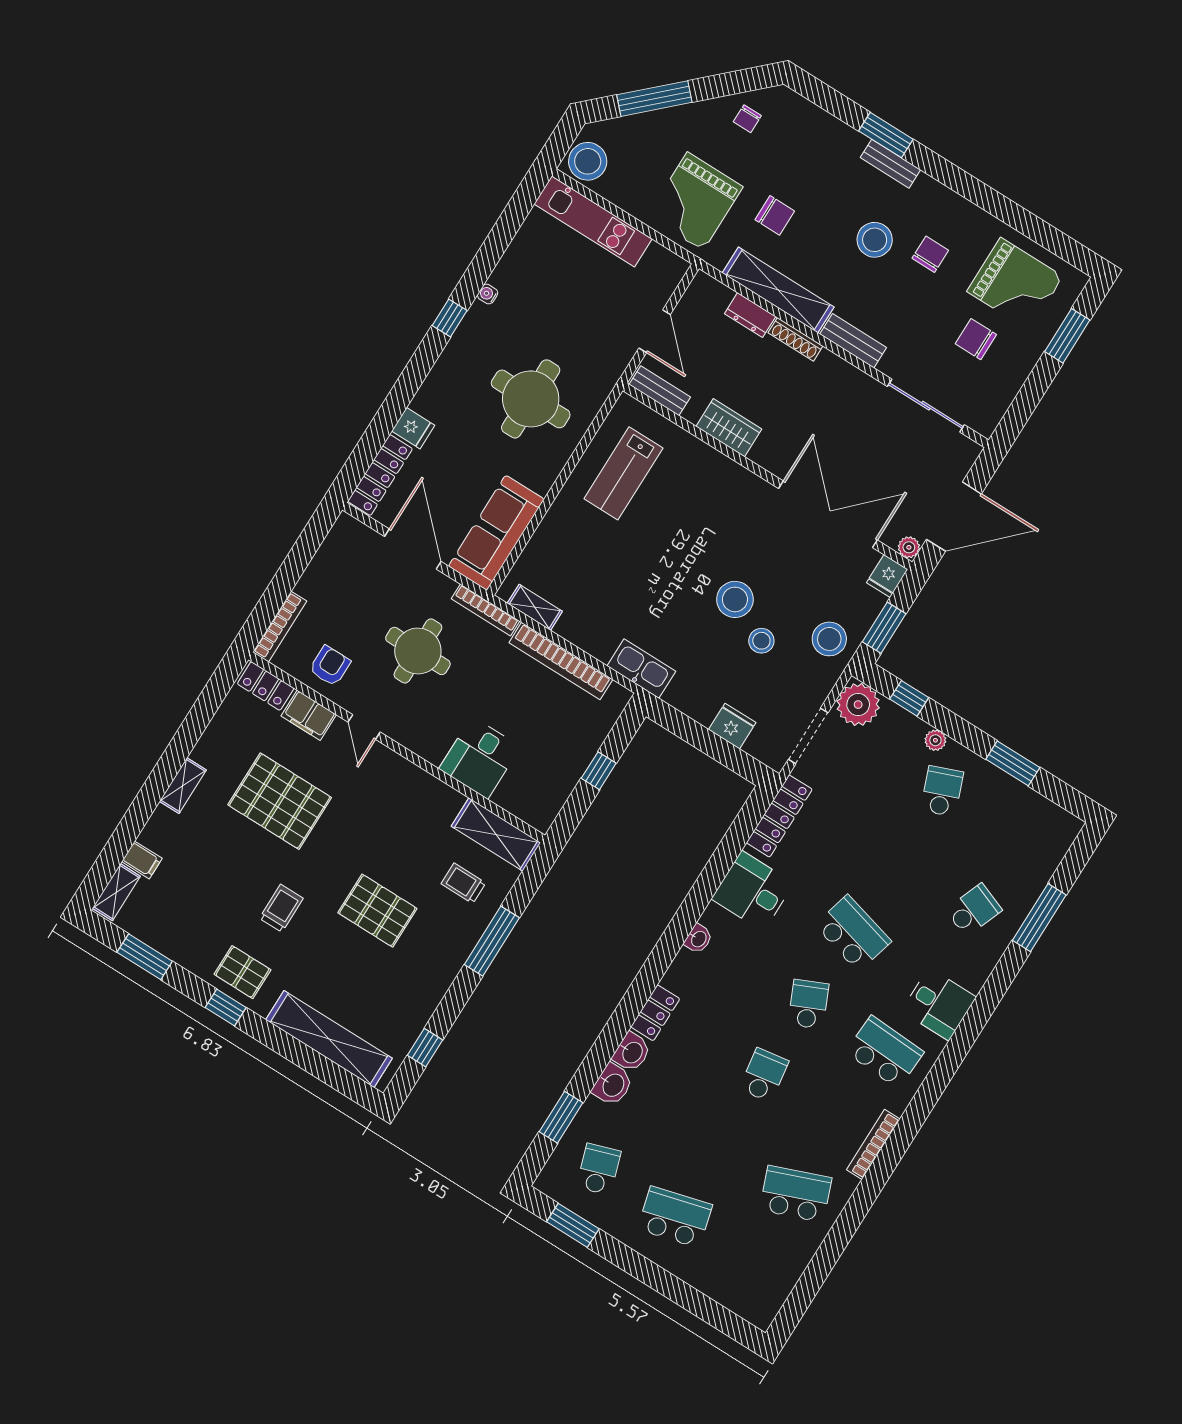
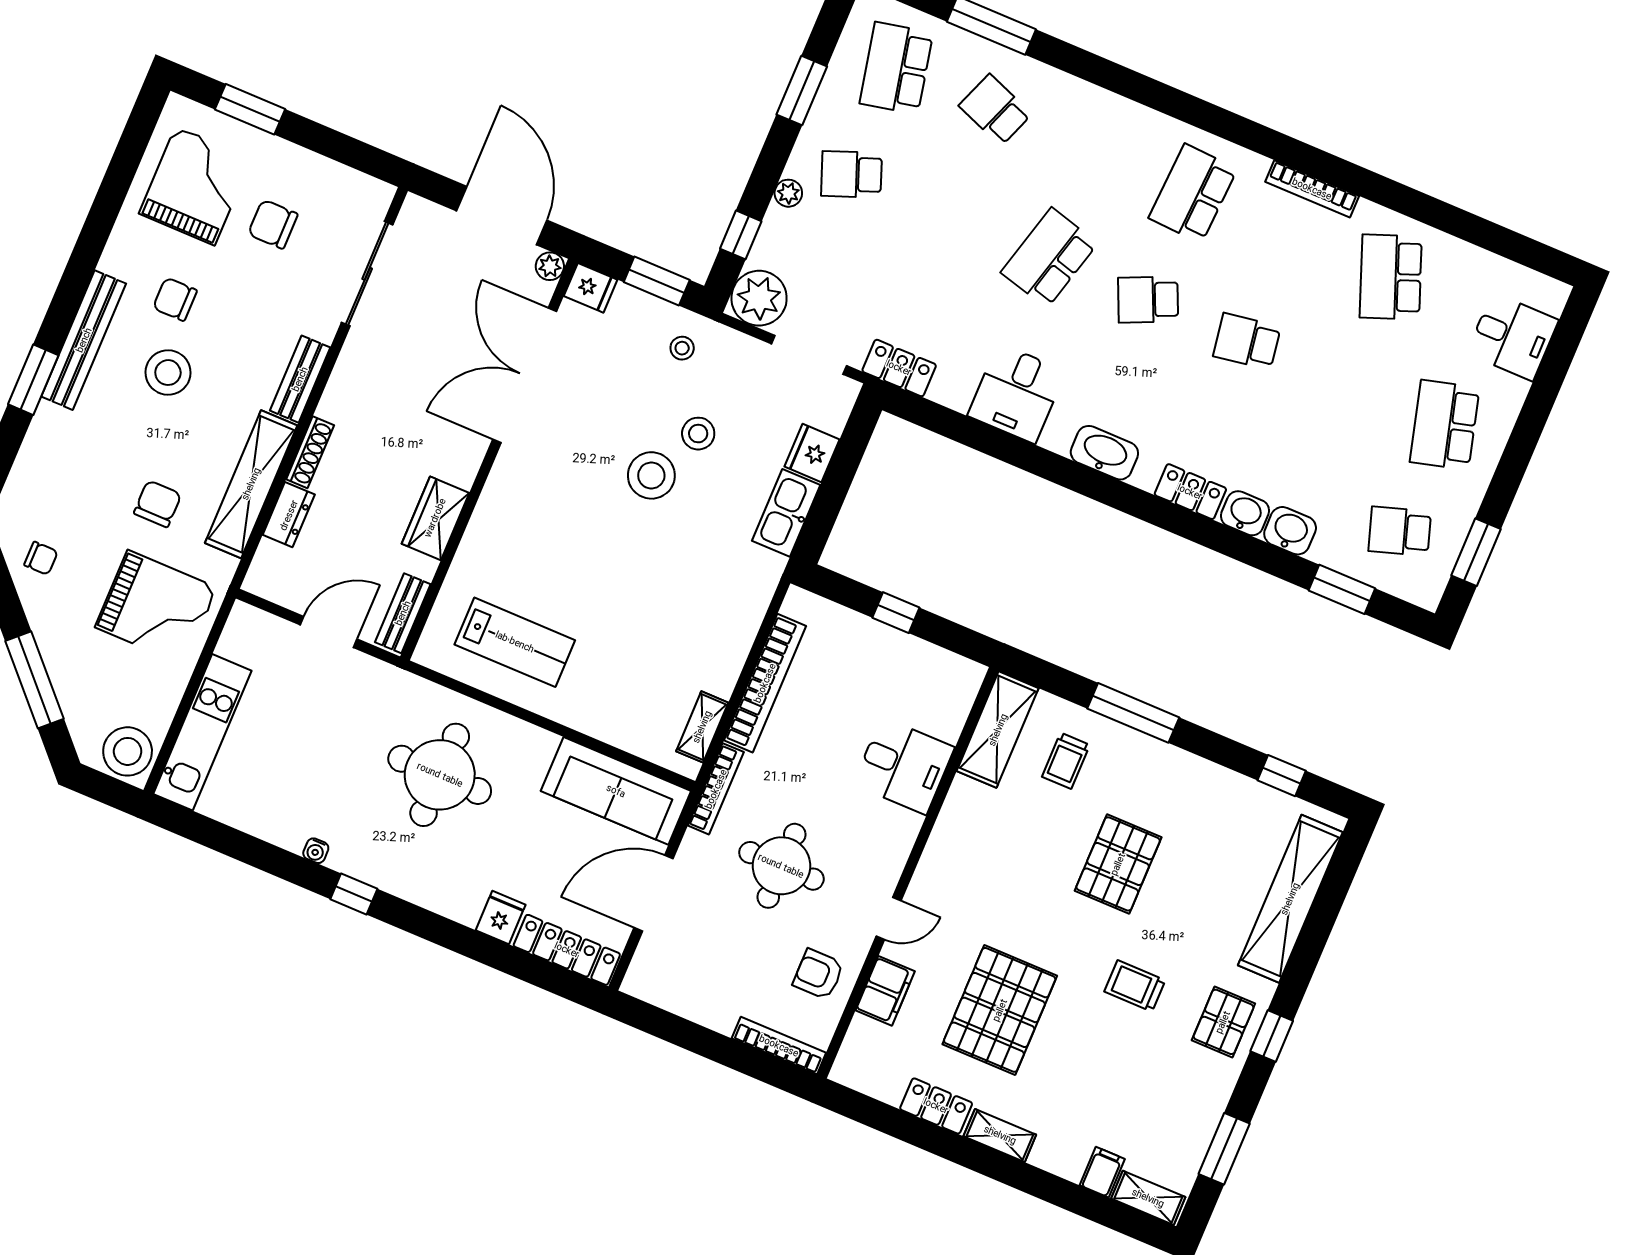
bench: (890, 164) -> (84, 340), width x1.86, depth x1.21
chair: (976, 339) -> (273, 224), turned 90
stool: (829, 639) -> (682, 348), width x0.53, depth x0.53
kitchen sink: (641, 669) -> (786, 513), moved
locker: (266, 686) -> (936, 1106), moved, turned -90
locker: (779, 816) -> (899, 368), width x0.66
school desk: (1018, 839) -> (896, 68), added
washbasin: (698, 939) -> (1104, 453), width x1.91, depth x1.45
desk: (939, 1004) -> (1513, 337), moved, turned 90

